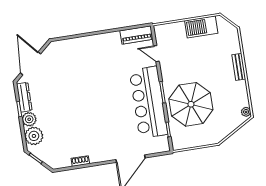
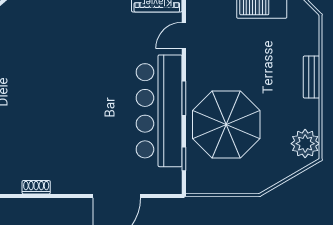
door: (156, 54) -> (184, 35), hinge flipped
plant: (246, 112) -> (305, 144), width x1.88, depth x1.88

